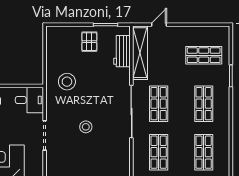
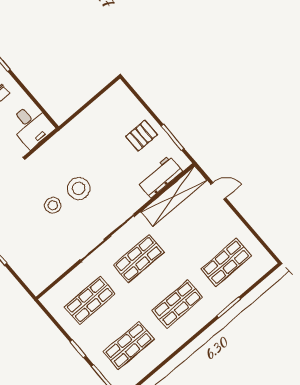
shop shelf: (204, 55) -> (226, 262), turned 90
stool: (67, 82) -> (79, 188), moved

